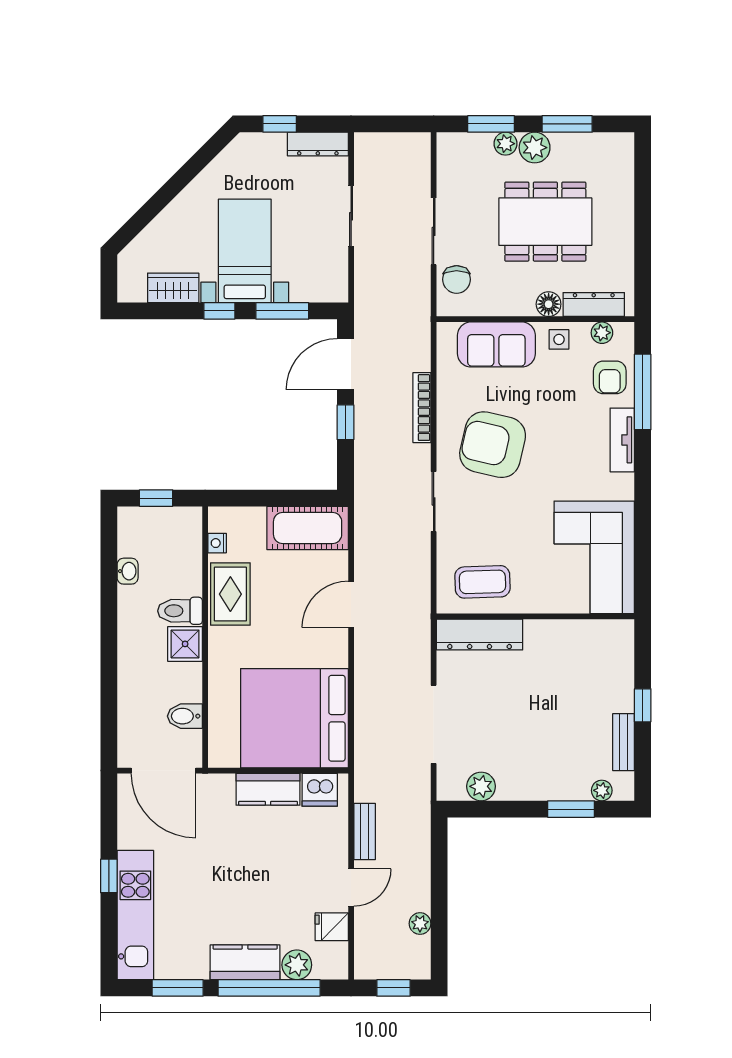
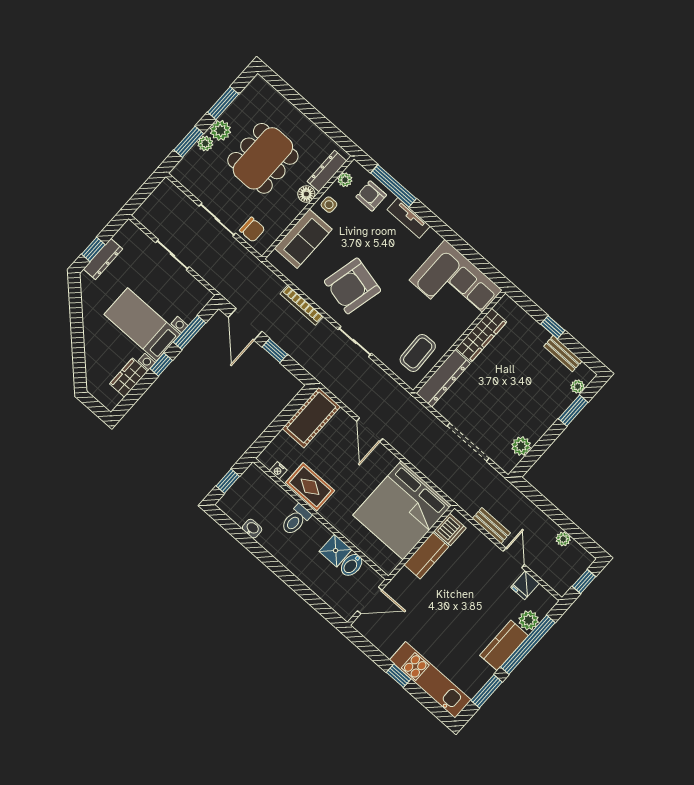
dresser: (318, 144) -> (103, 259), moved
armchair: (610, 377) -> (371, 196), turned 180
wardrobe: (564, 634) -> (481, 335), added
shower: (185, 644) -> (336, 550), moved
door: (164, 771) -> (370, 600), width x0.73

